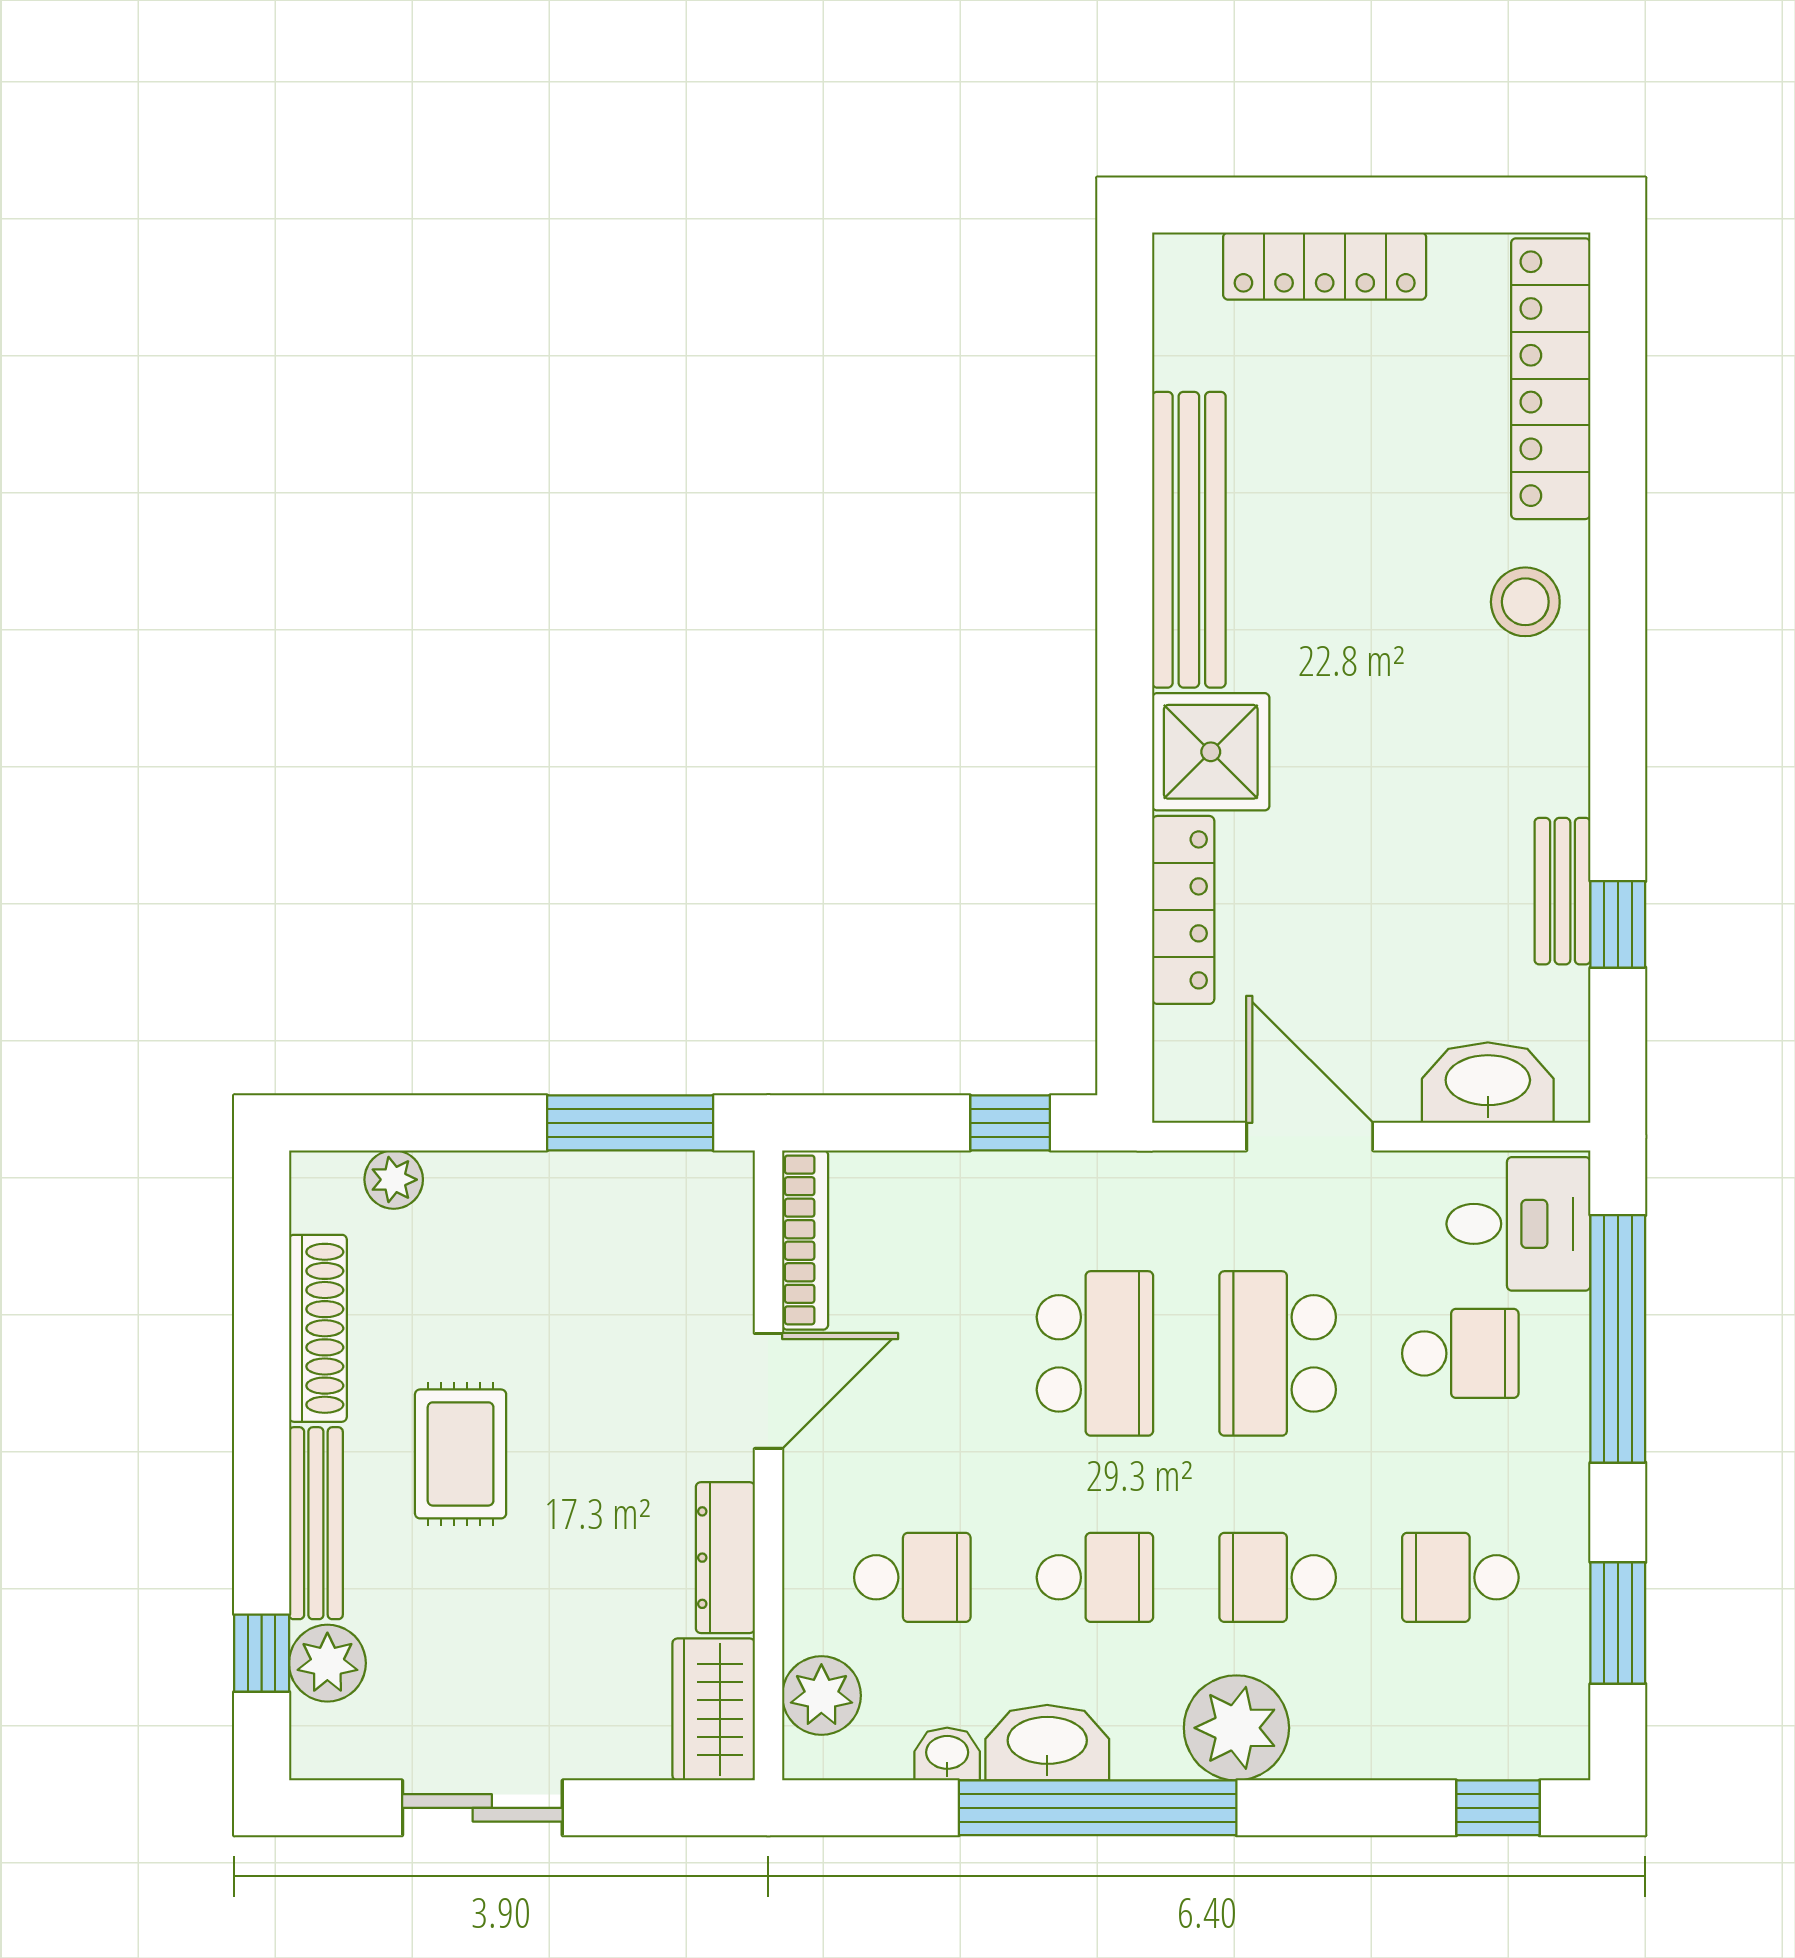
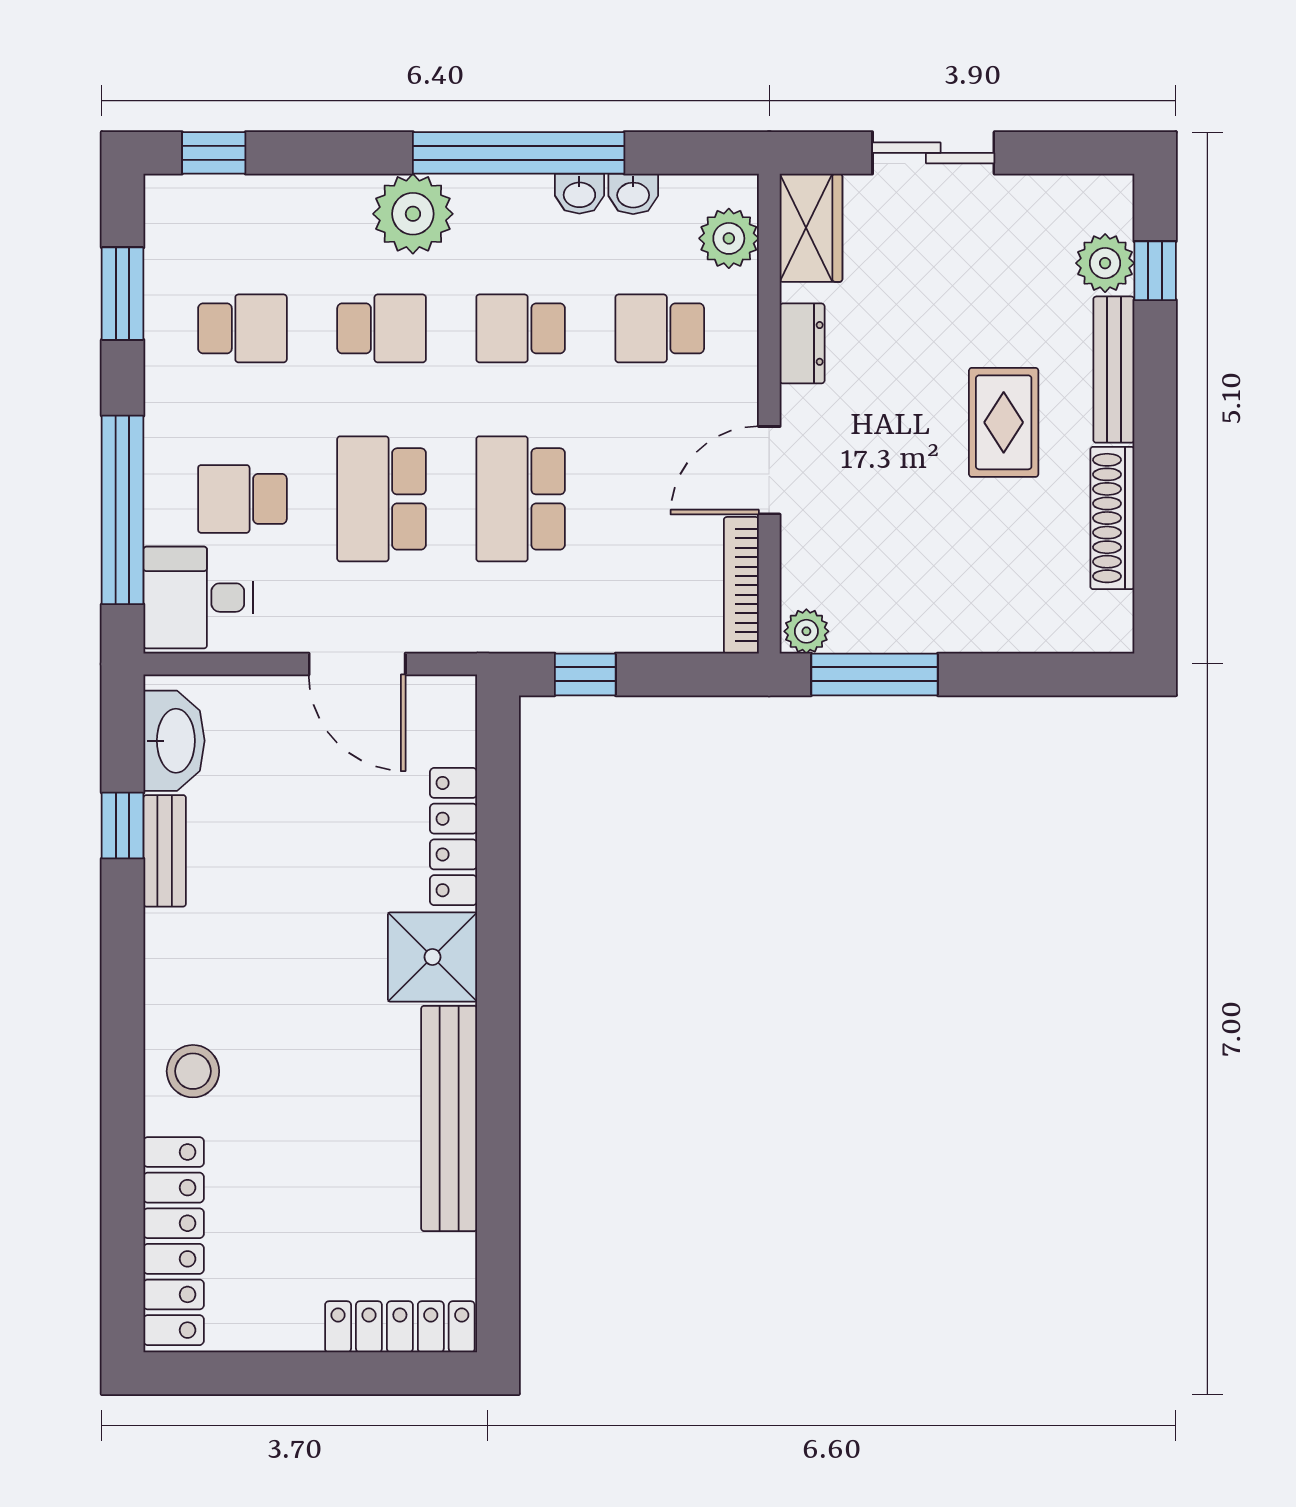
locker: (1325, 266) -> (400, 1327), moved
washbasin: (1488, 1083) -> (174, 741), moved, turned -90
plant: (394, 1180) -> (806, 631), moved
school desk: (1278, 1353) -> (382, 499), turned 180
dresser: (725, 1558) -> (802, 343), width x0.70
washbasin: (1047, 1743) -> (579, 194), width x0.52, depth x0.69
sliding door: (482, 1808) -> (933, 153), moved

